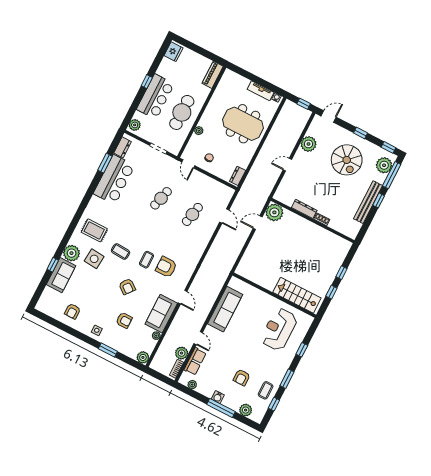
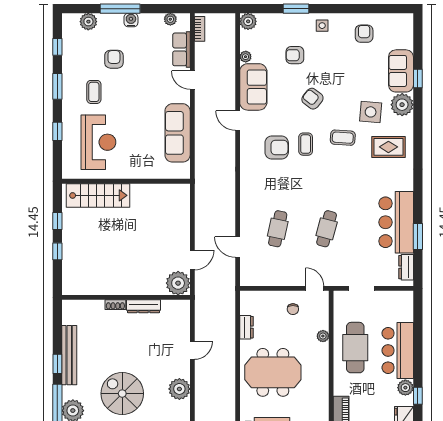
window: (147, 82) -> (418, 396), moved
plant: (135, 125) -> (405, 388), moved
dresser: (238, 176) -> (246, 327), moved
plant: (182, 353) -> (203, 51), removed
coffee table: (266, 390) -> (94, 92), moved

